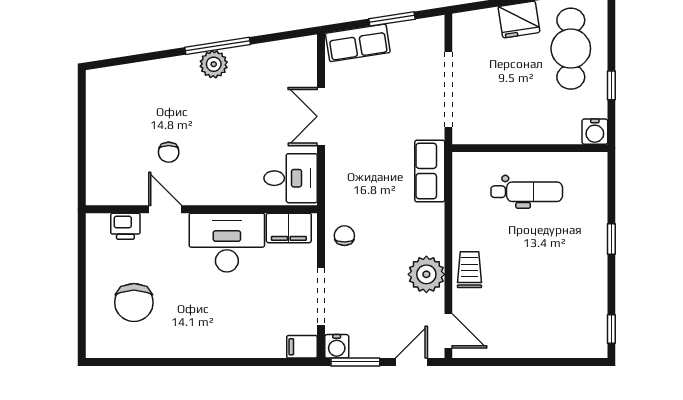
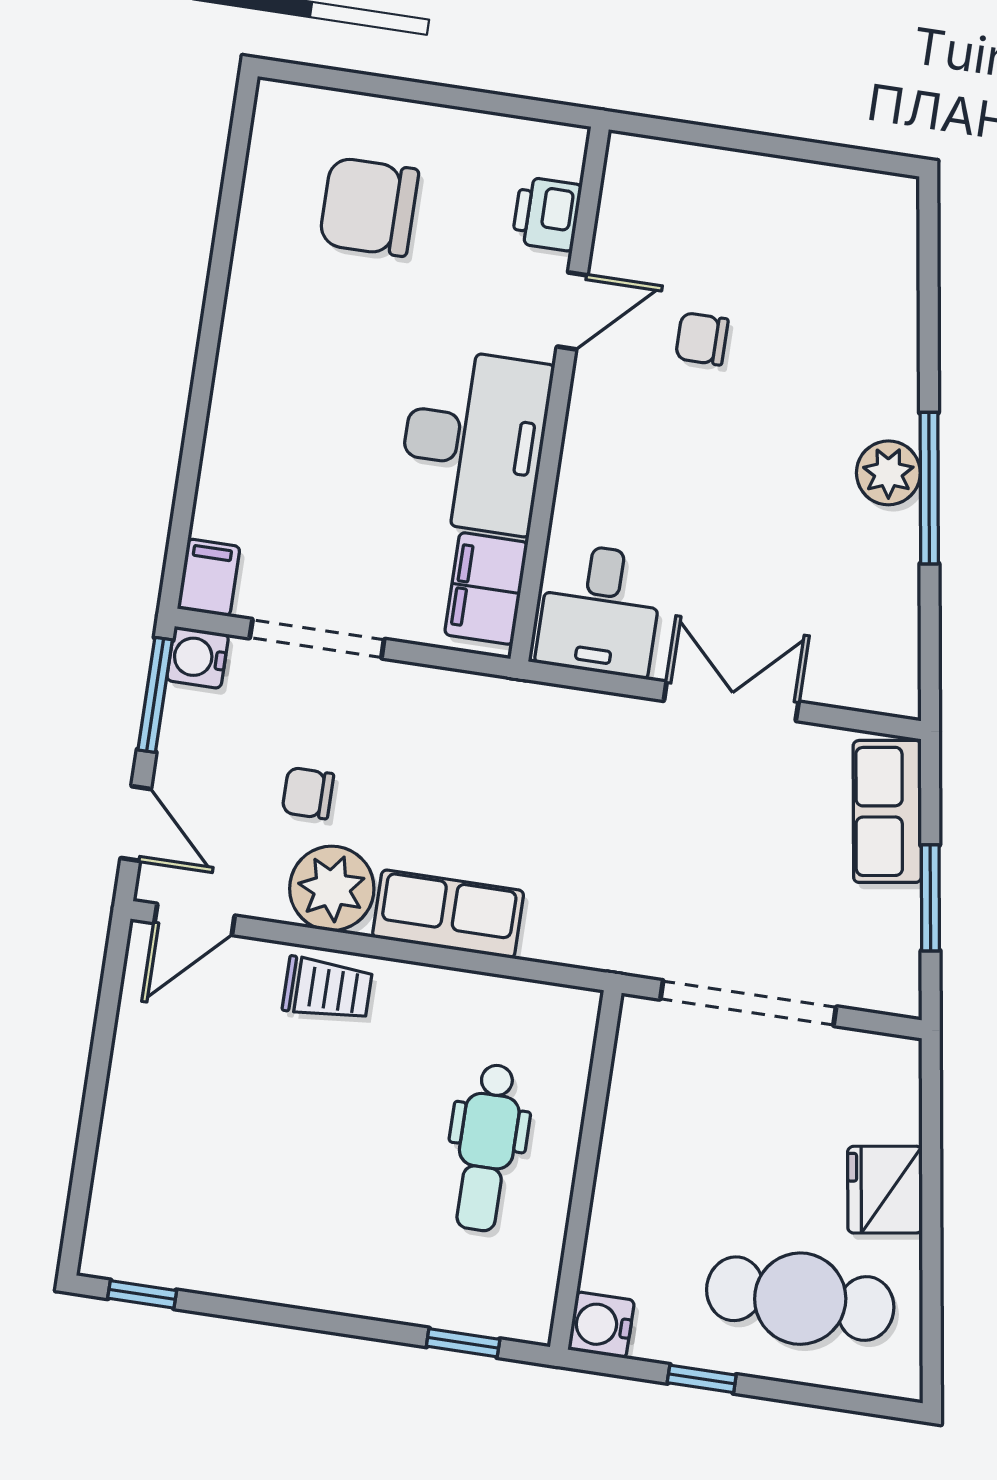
row of seats: (430, 171) -> (448, 914), moved
chair: (344, 236) -> (308, 793), moved, turned 180
window: (611, 239) -> (463, 1343), moved

